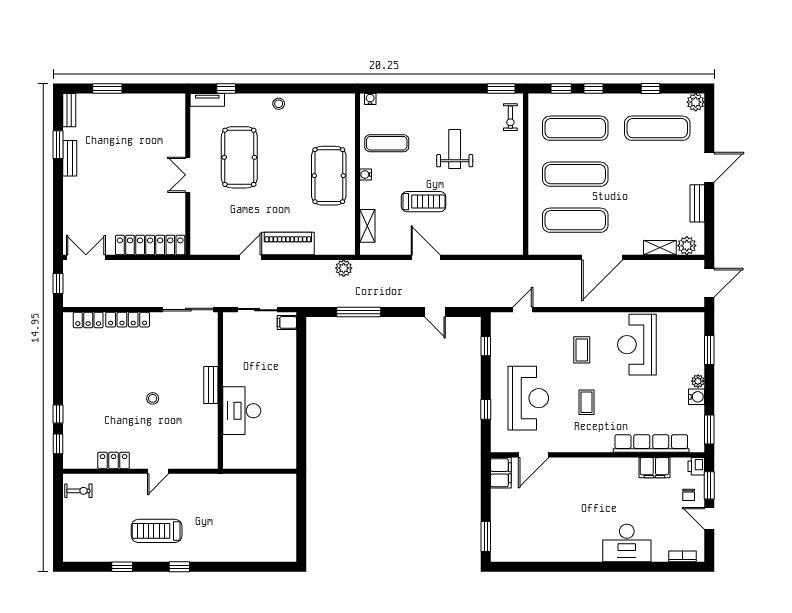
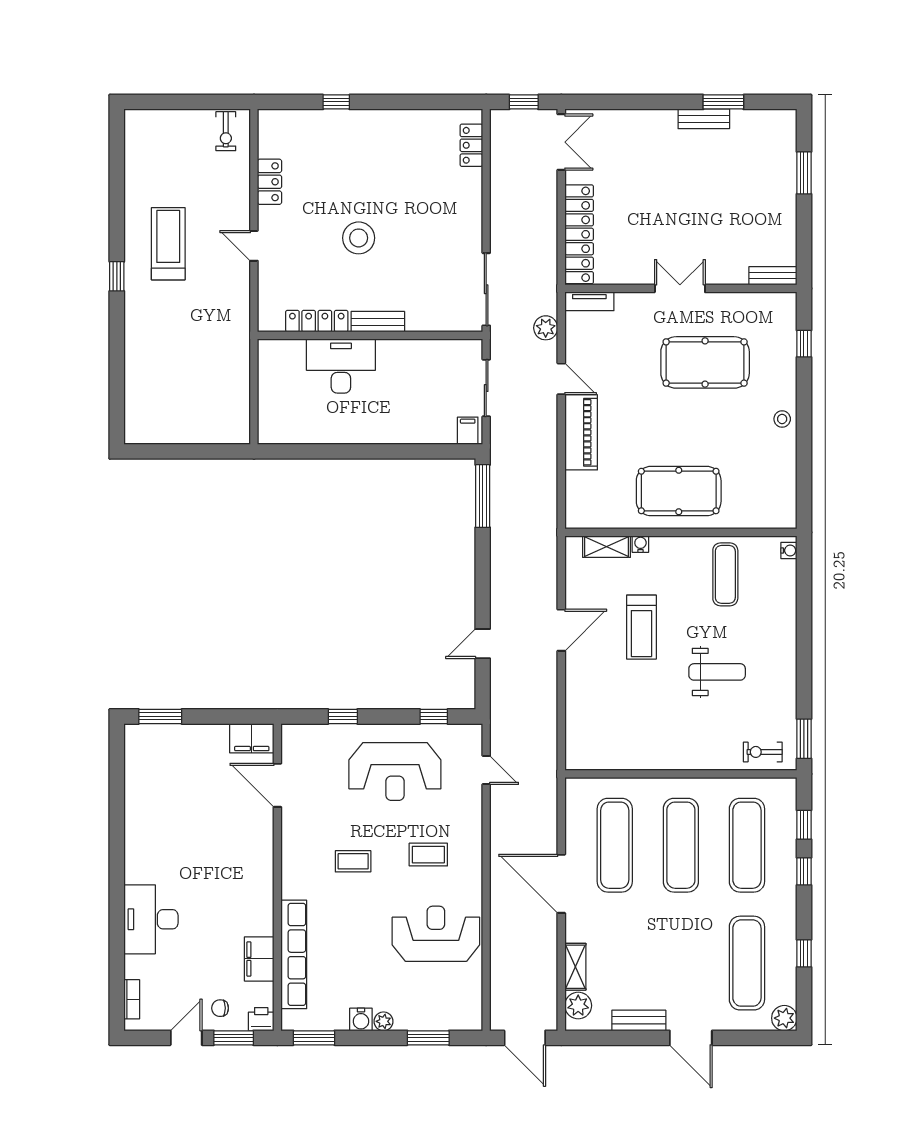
tv unit: (207, 100) -> (589, 301), moved, turned -90
bench: (69, 110) -> (773, 276), moved
water cooler: (366, 174) -> (640, 544), moved
plant: (344, 268) -> (546, 328), moved
window: (359, 312) -> (483, 496), moved
locker: (128, 320) -> (317, 321), moved, turned 90
stool: (153, 398) -> (359, 238), width x1.89, depth x1.89
reception desk: (528, 398) -> (395, 771), moved
window: (58, 444) -> (293, 102), removed
window: (122, 567) -> (117, 194), removed

